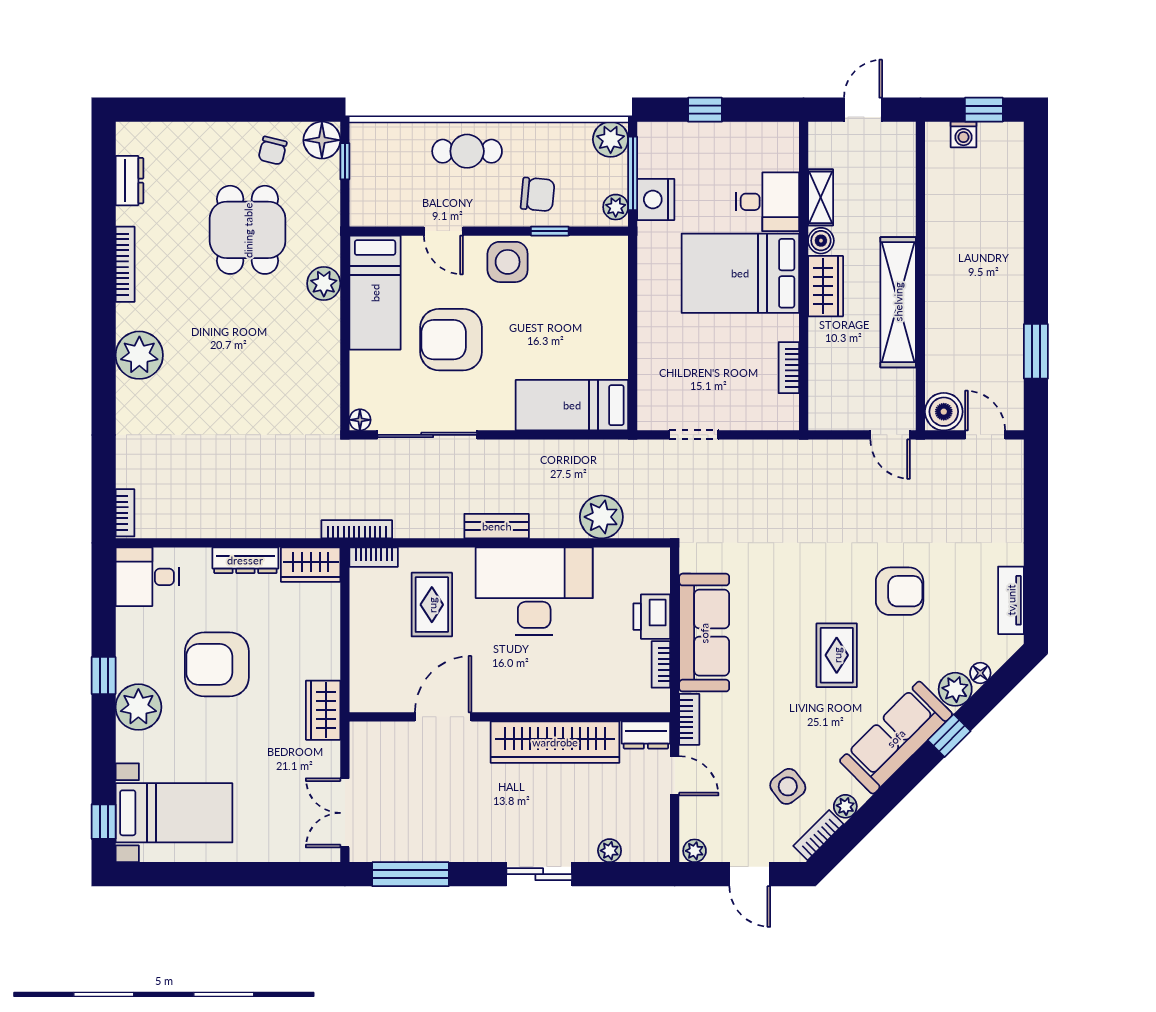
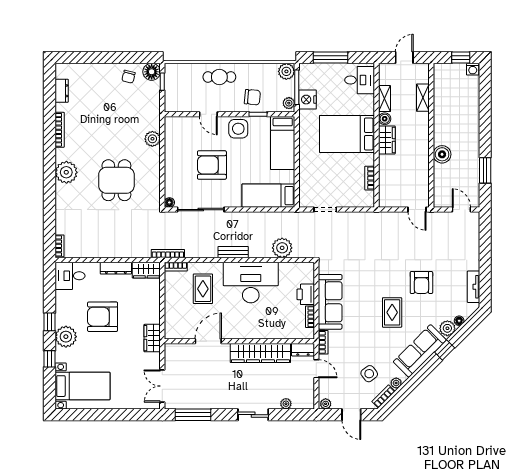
window: (705, 110) -> (331, 58), width x2.17
washing machine: (964, 135) -> (473, 69), moved
desk: (767, 202) -> (360, 80), moved
dining table: (248, 230) -> (116, 180), moved
bed: (375, 293) -> (283, 143), moved
shelving: (898, 302) -> (423, 98), moved, width x0.45, depth x0.75
boiler: (944, 412) -> (442, 154), moved
armchair: (900, 591) -> (421, 283), turned 90
window: (104, 822) -> (50, 359), moved

